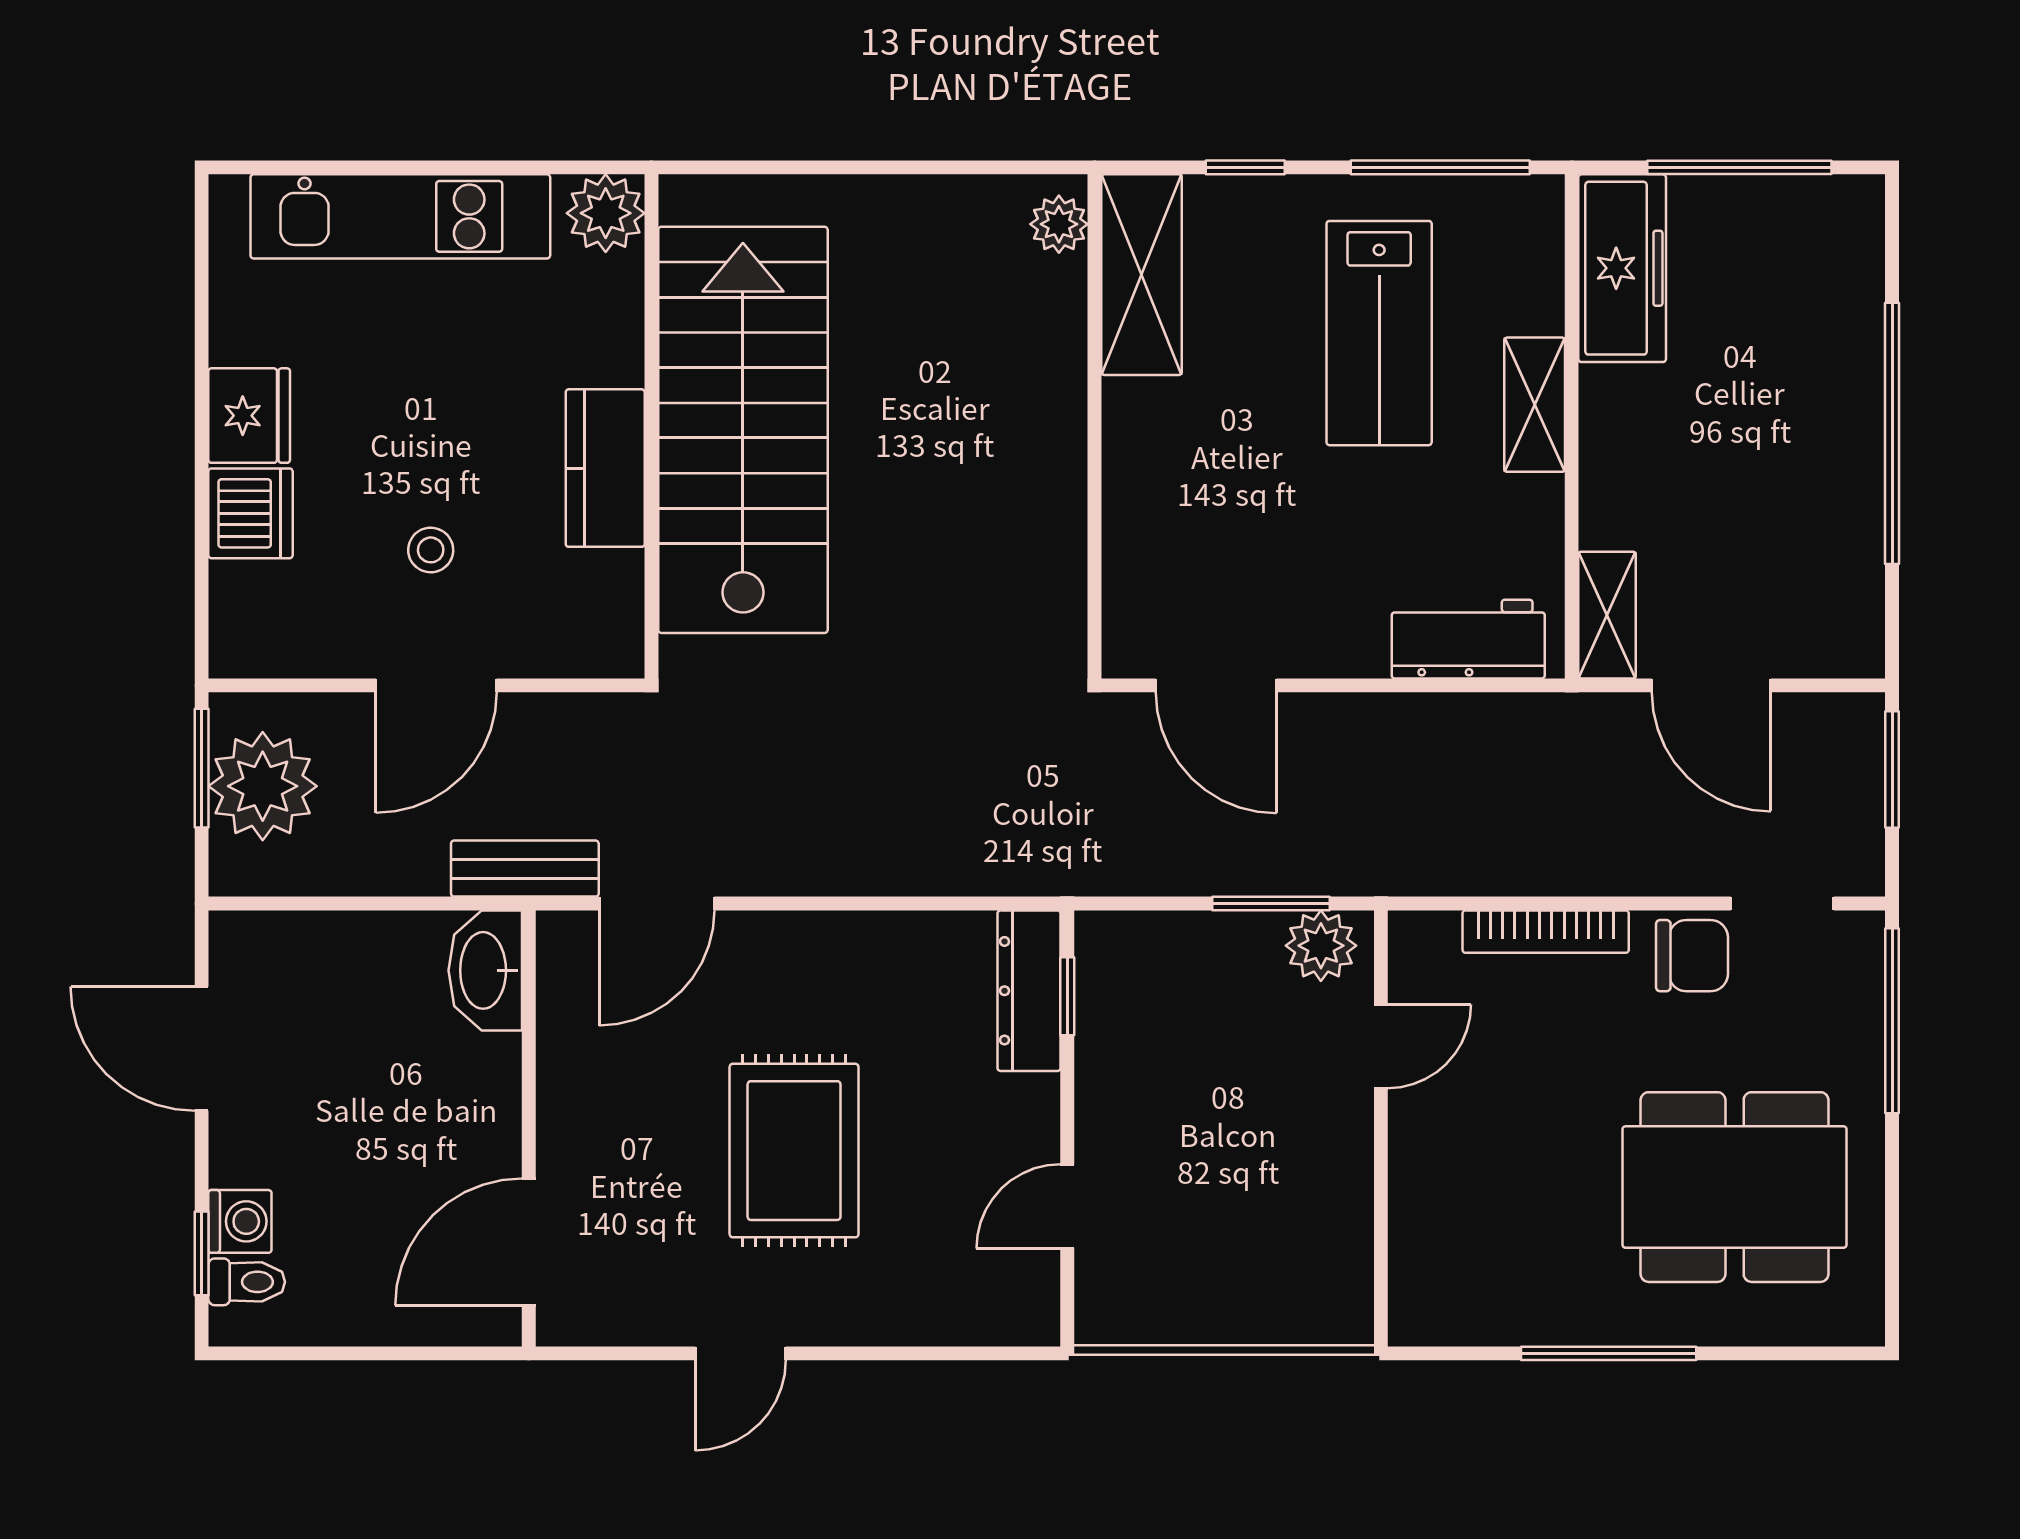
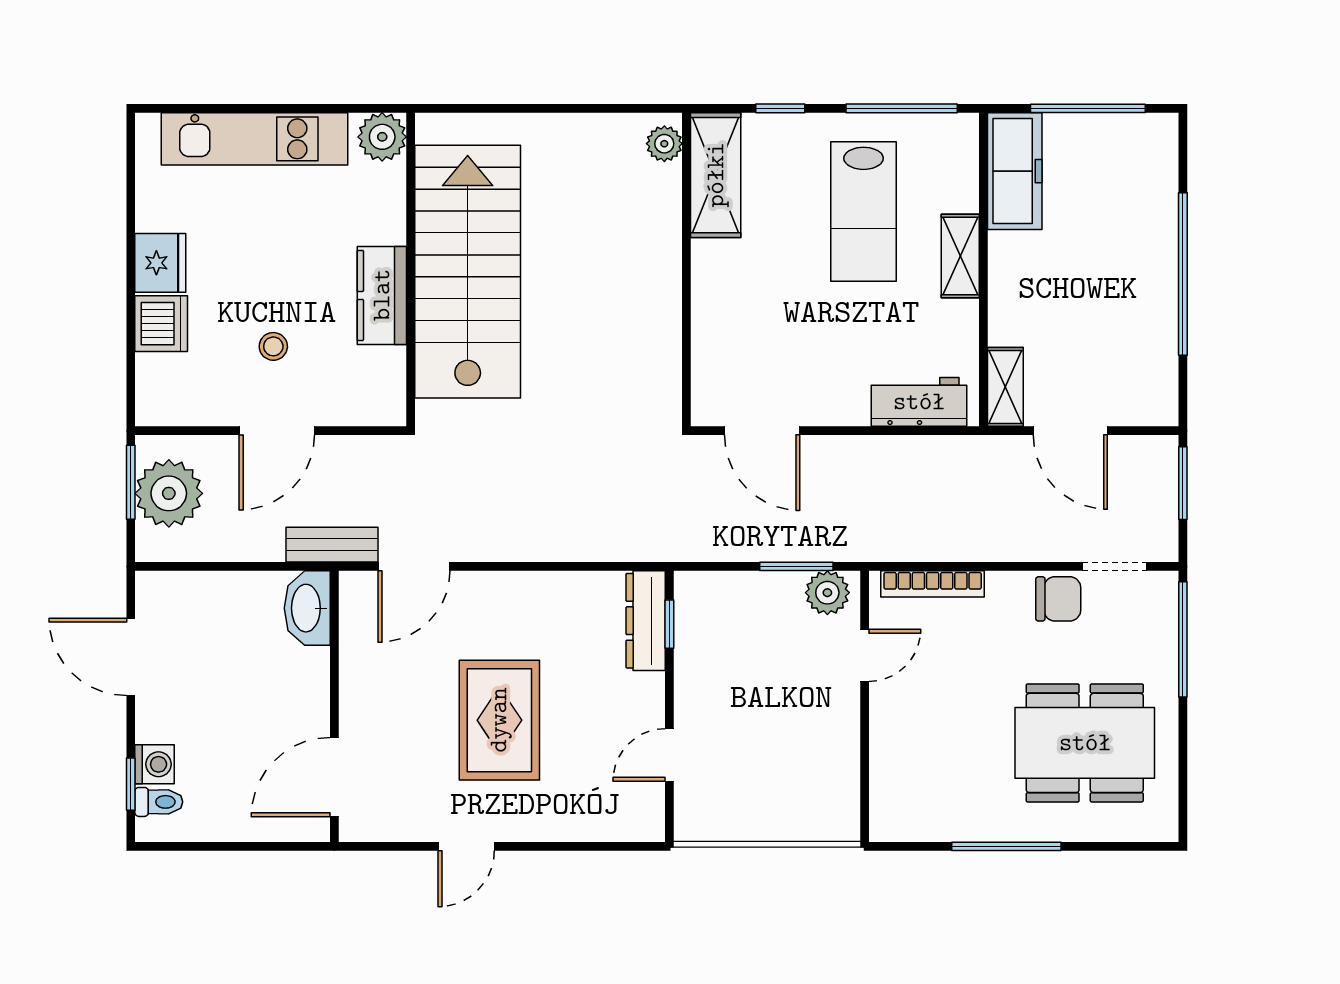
bookcase: (1546, 932) -> (933, 584), moved

